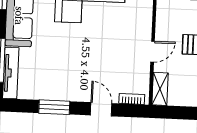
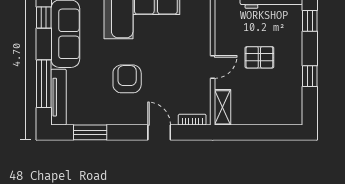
armchair: (74, 59) -> (127, 79), added
window: (54, 107) -> (90, 132), moved

